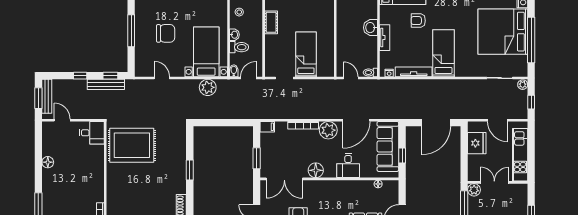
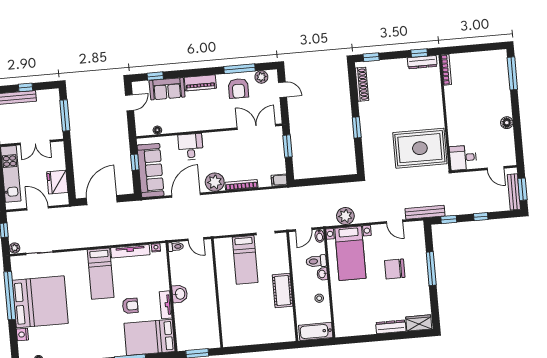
cot: (271, 22) -> (283, 291), width x1.37, depth x1.34
tv unit: (385, 38) -> (166, 305), moved
bench: (106, 84) -> (425, 212), moved
floor lamp: (316, 170) -> (224, 139), removed
plant: (474, 190) -> (56, 133), removed

